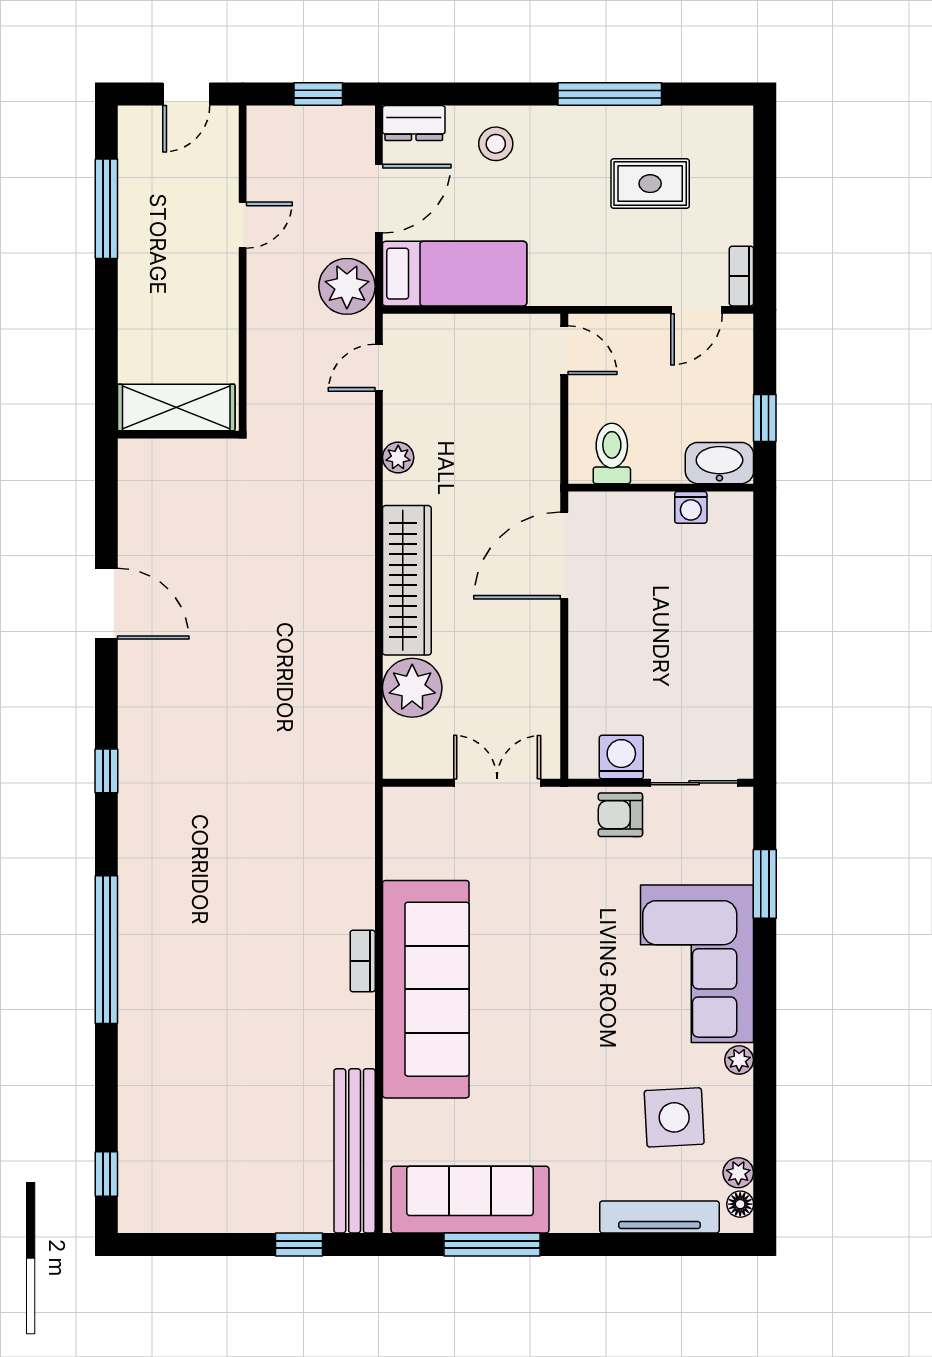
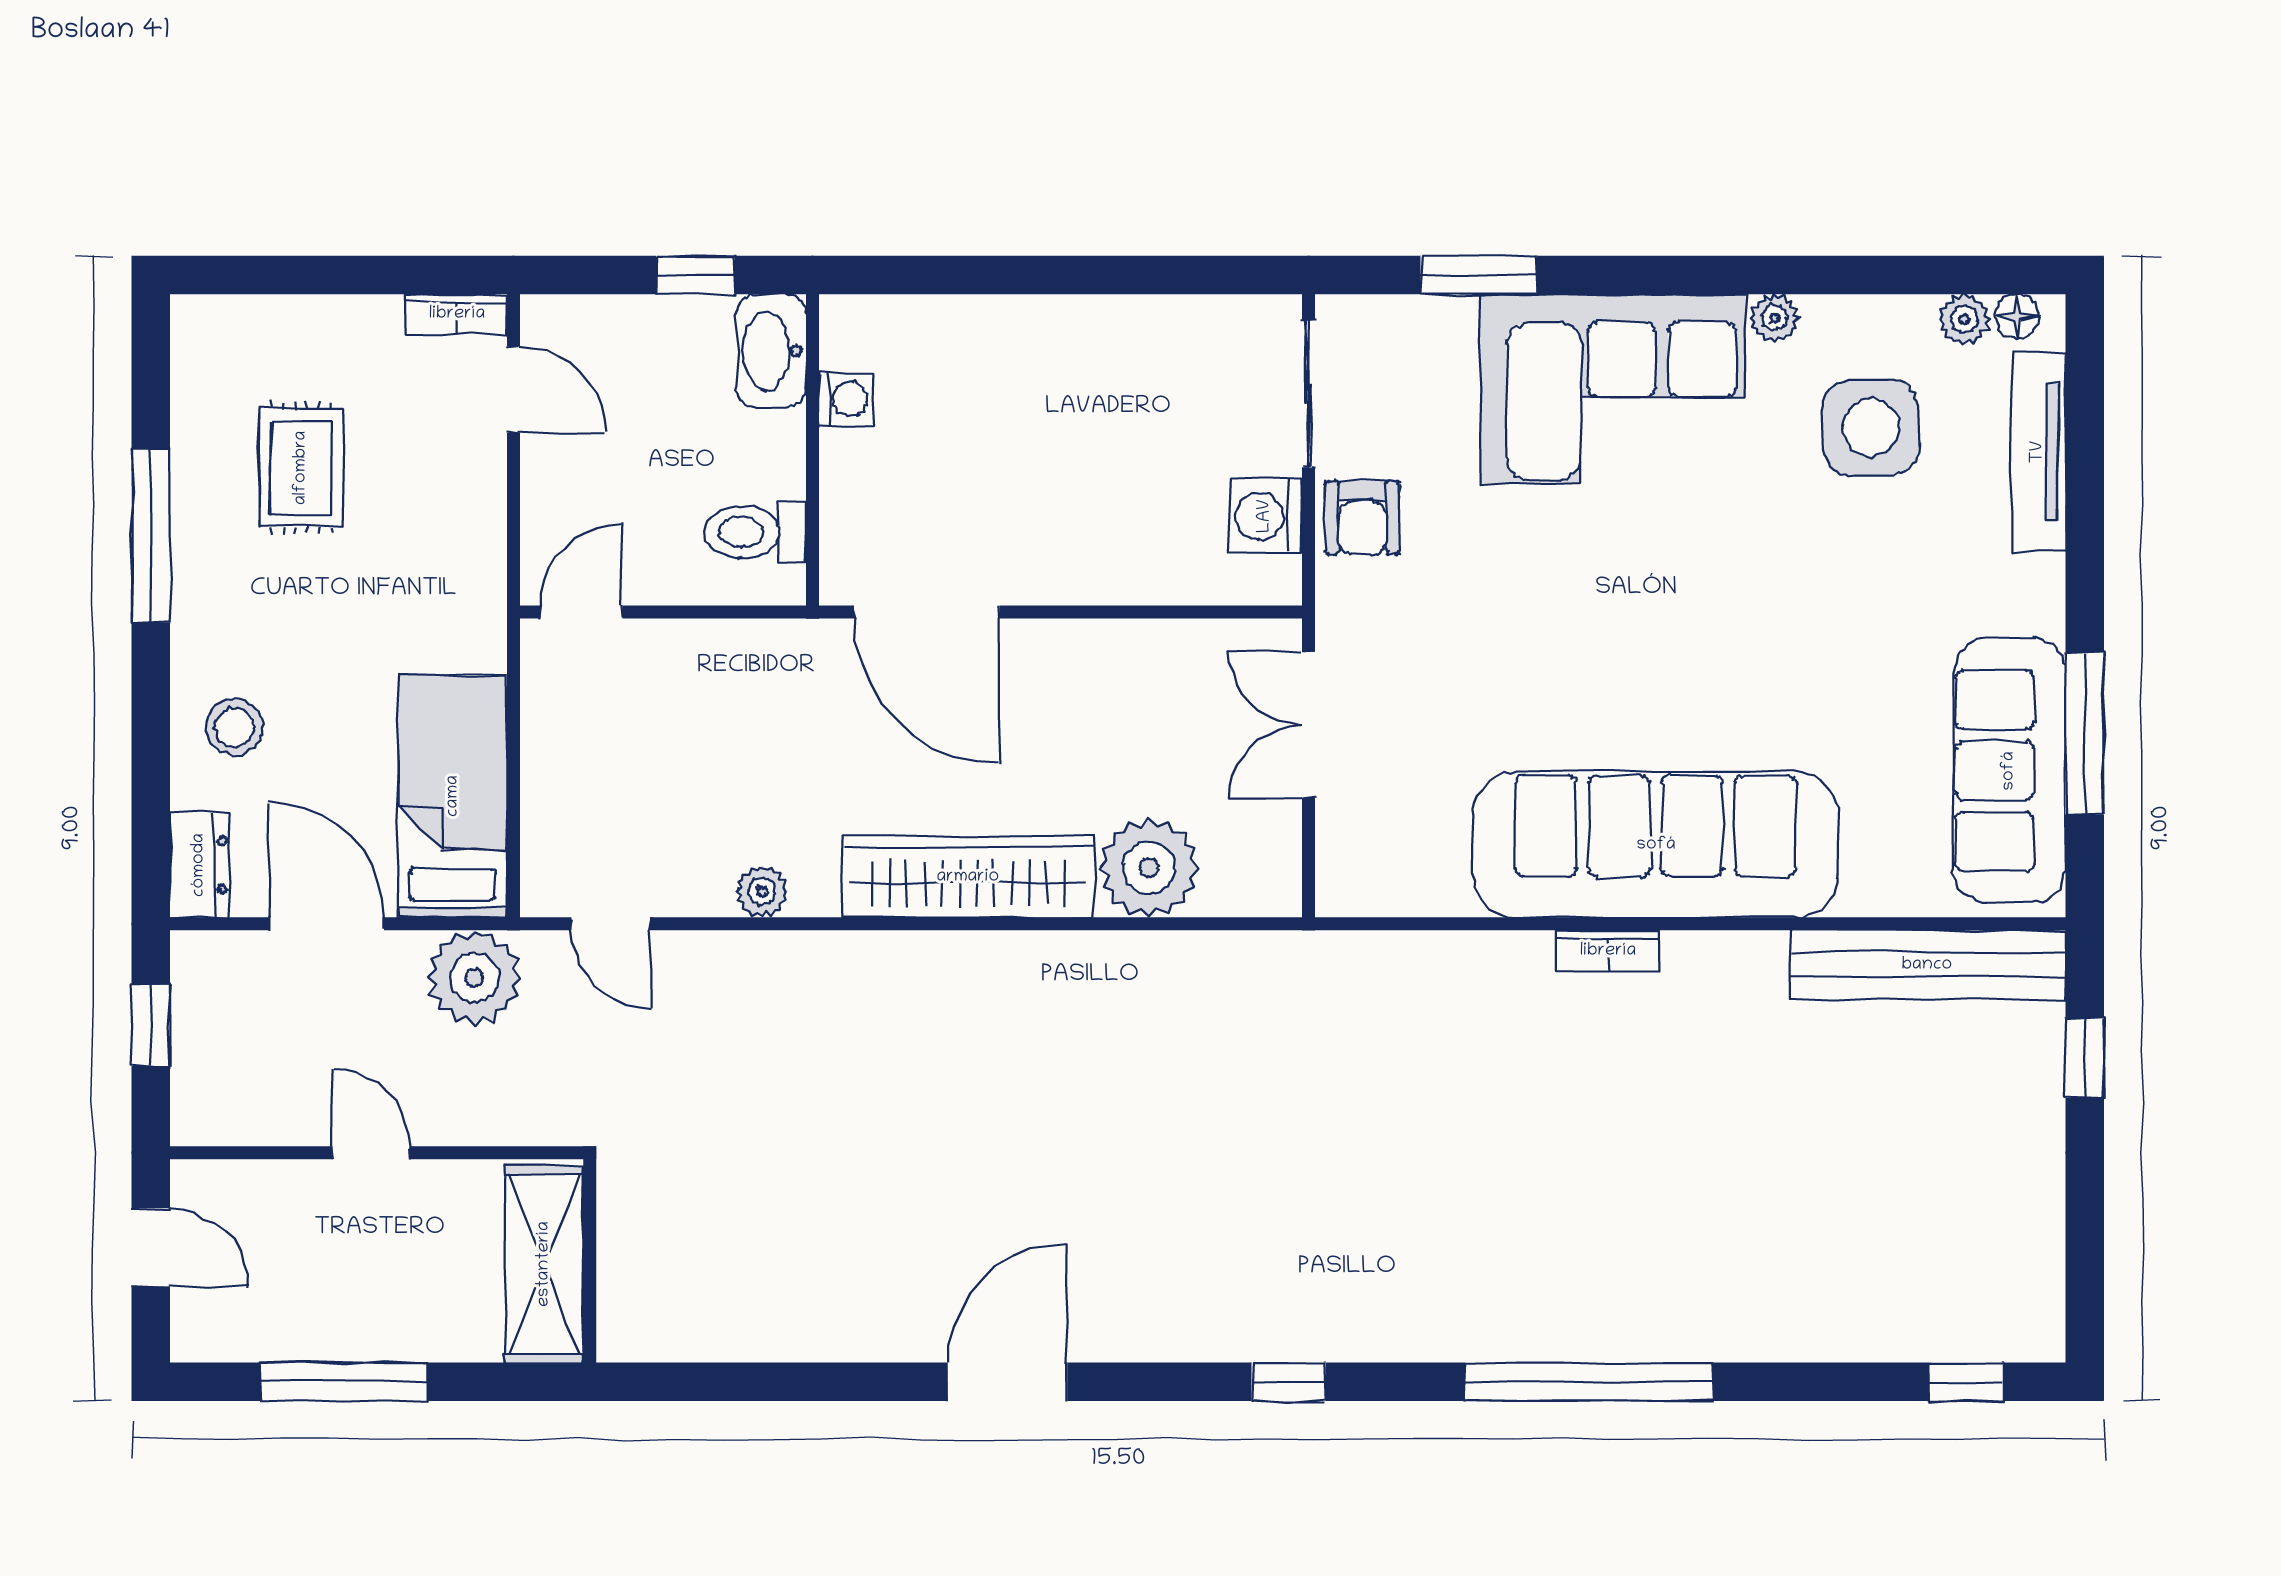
shelving: (176, 407) -> (544, 1264), moved
wall: (178, 435) -> (590, 1261), moved

